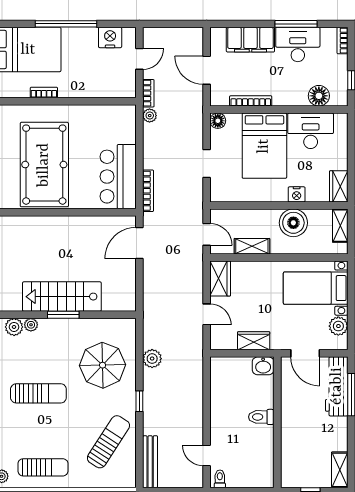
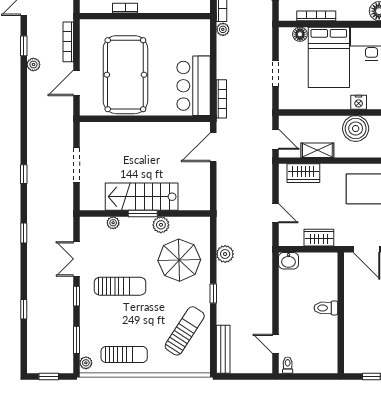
floor lamp: (218, 121) -> (300, 34), moved
wardrobe: (220, 279) -> (303, 173), moved, turned 90
plant: (14, 327) -> (161, 225), moved
washbasin: (263, 366) -> (288, 261), moved

